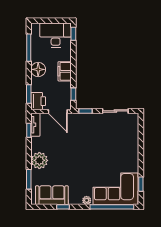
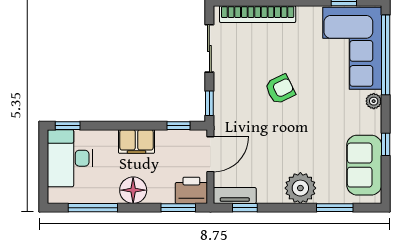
bookcase: (134, 137) -> (258, 14), added
armchair: (93, 149) -> (280, 89), added

